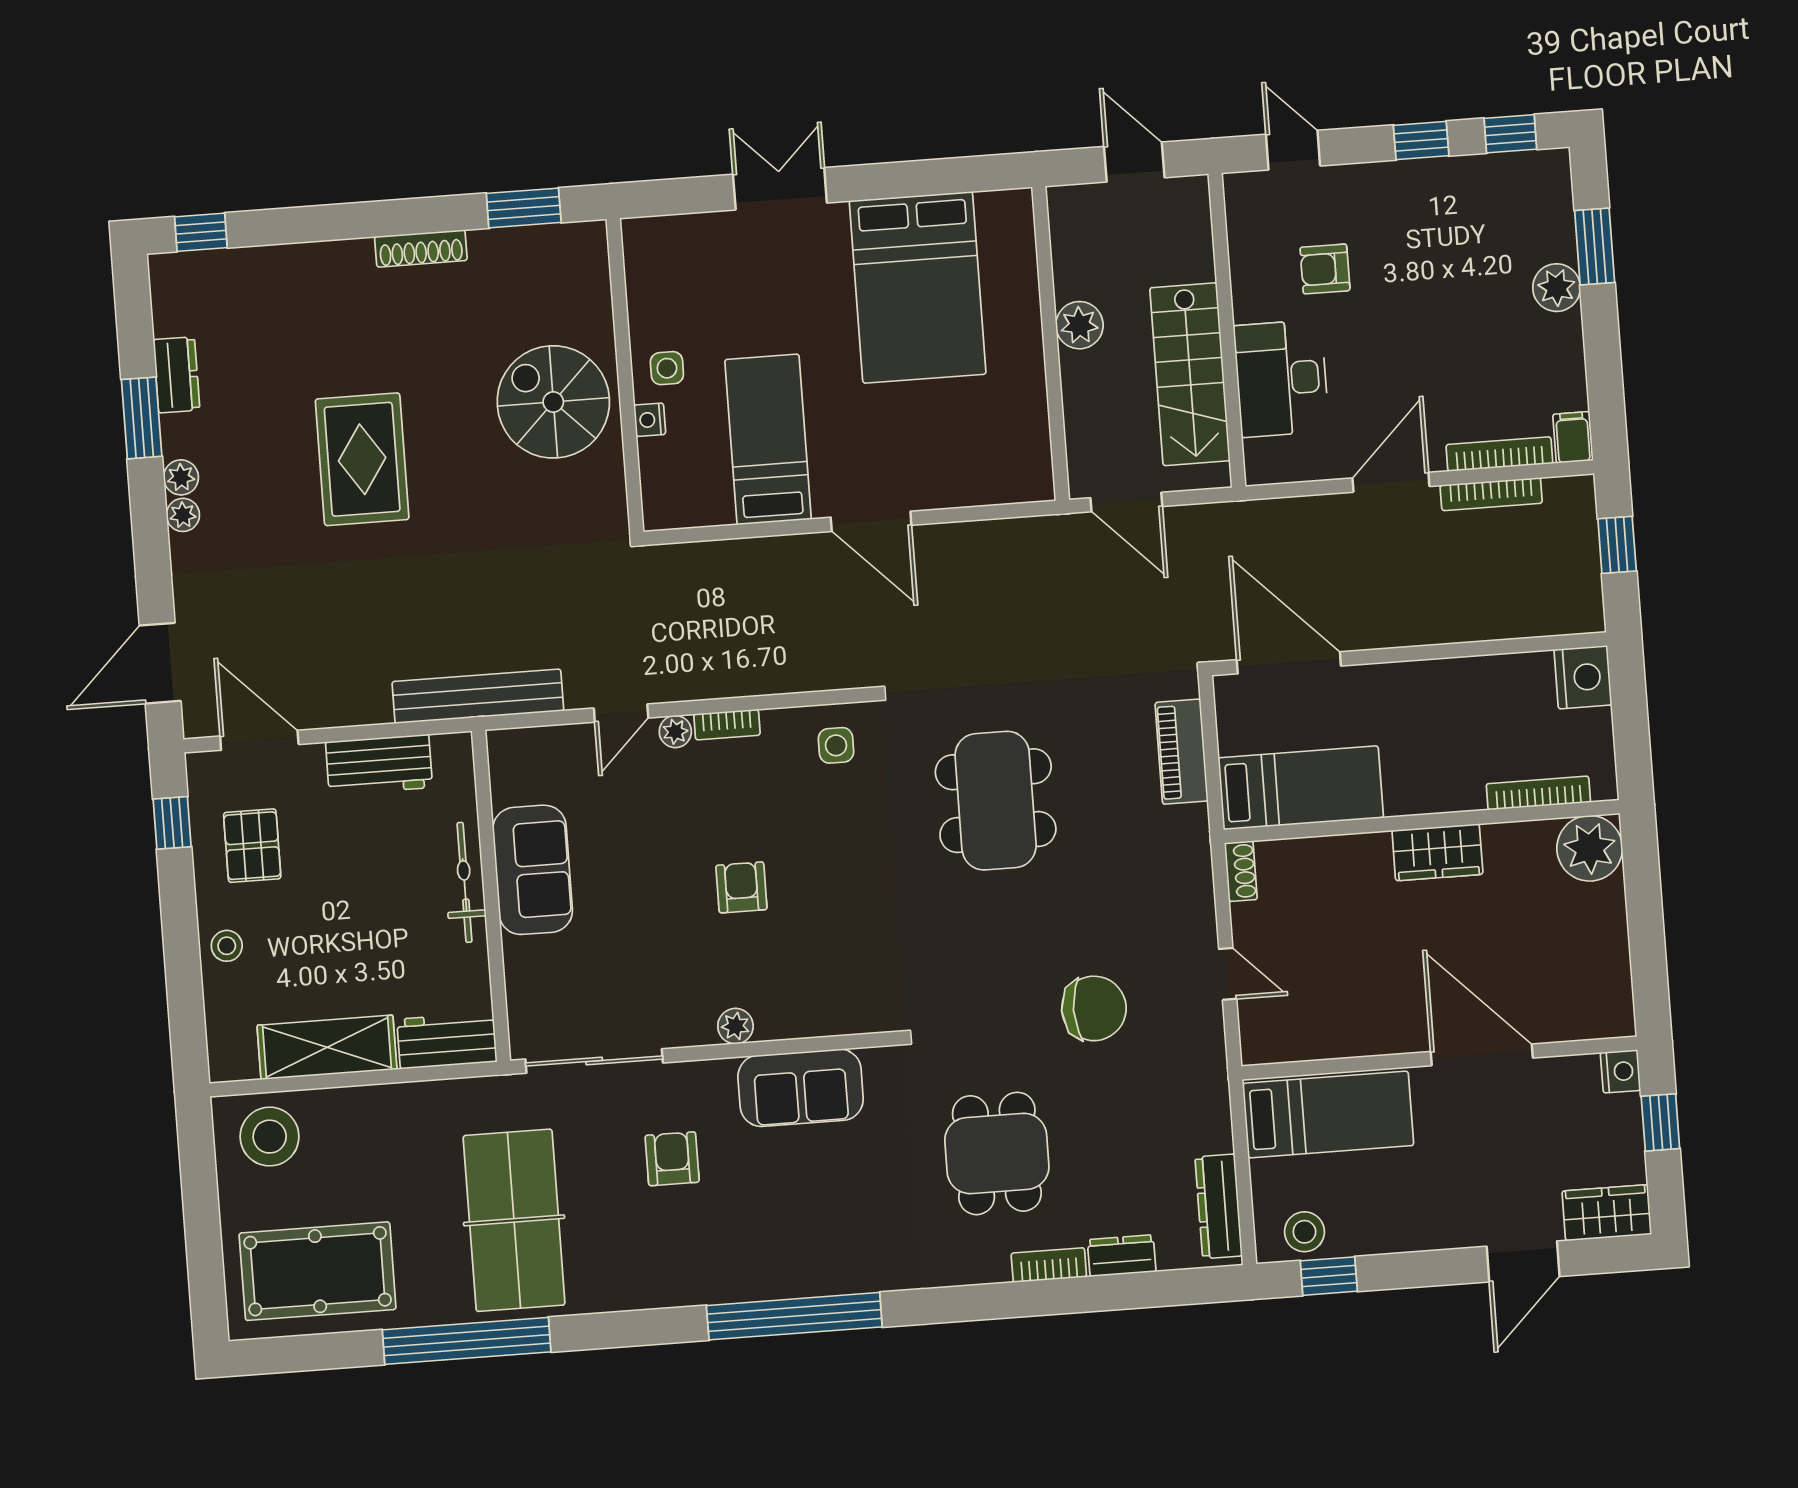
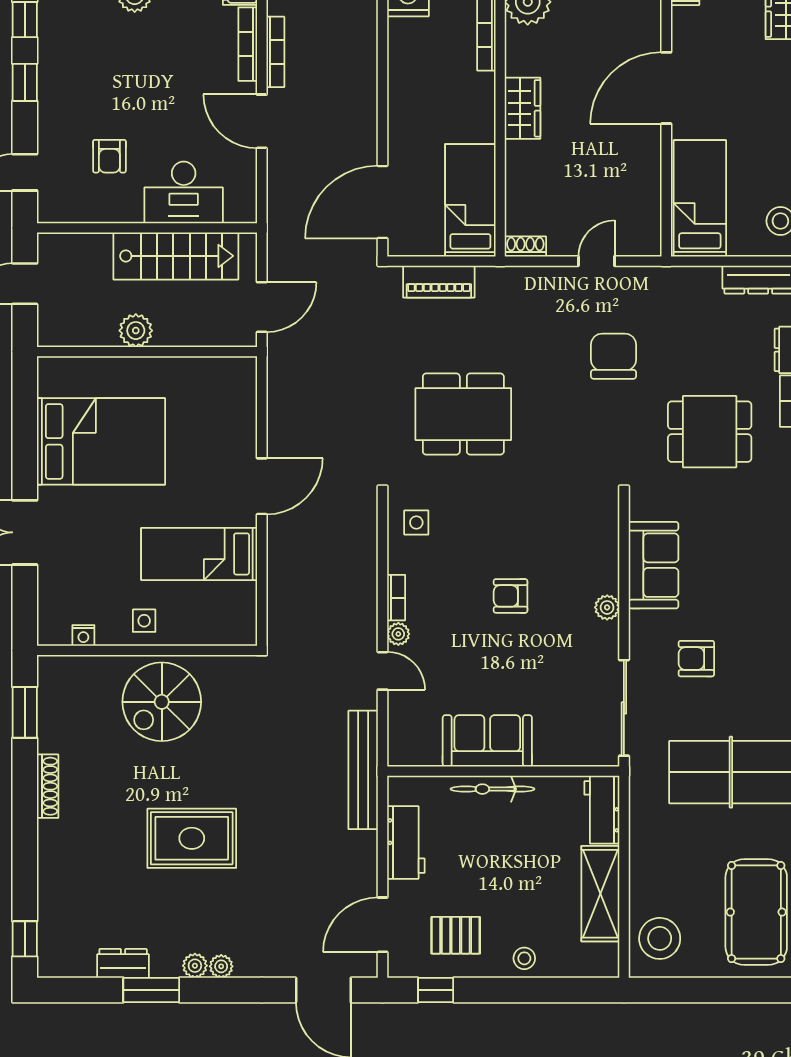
nightstand: (650, 420) -> (83, 635), moved

